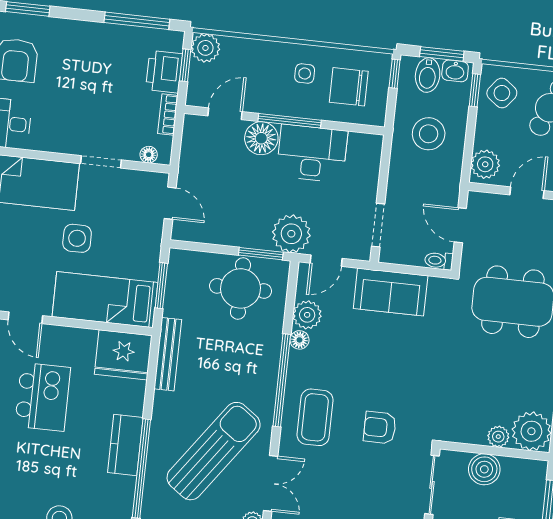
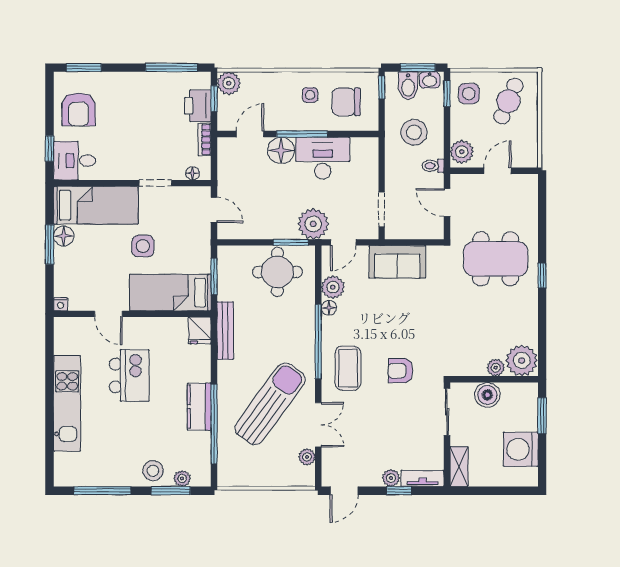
side table: (502, 93) -> (469, 94), turned -38
toilet: (439, 261) -> (433, 166), moved
fridge: (123, 355) -> (200, 330), width x0.53, depth x0.75

